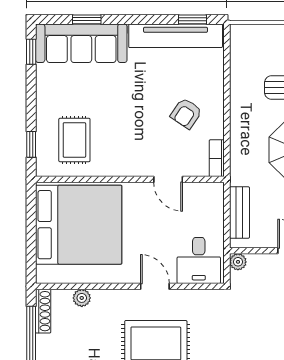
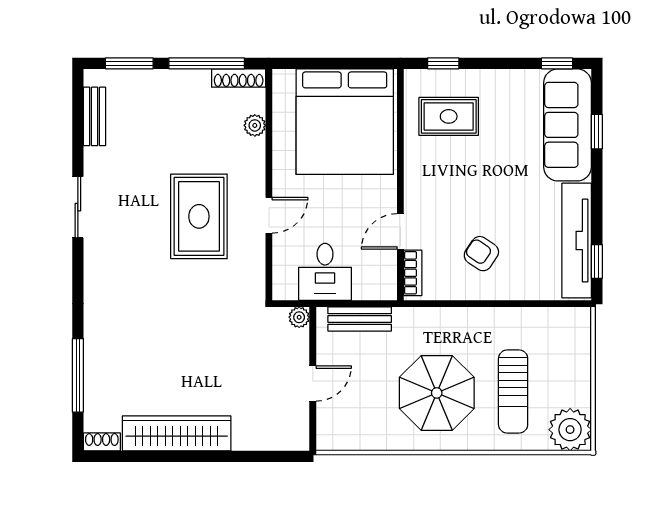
bookcase: (217, 158) -> (413, 273), moved, turned 90
desk: (199, 260) -> (325, 272), moved, turned -90

